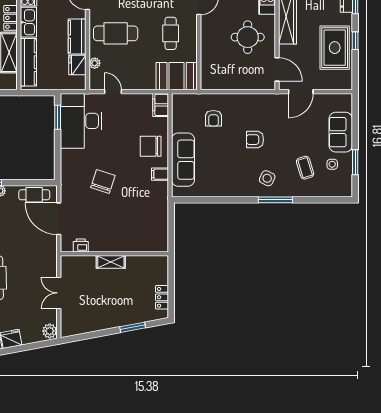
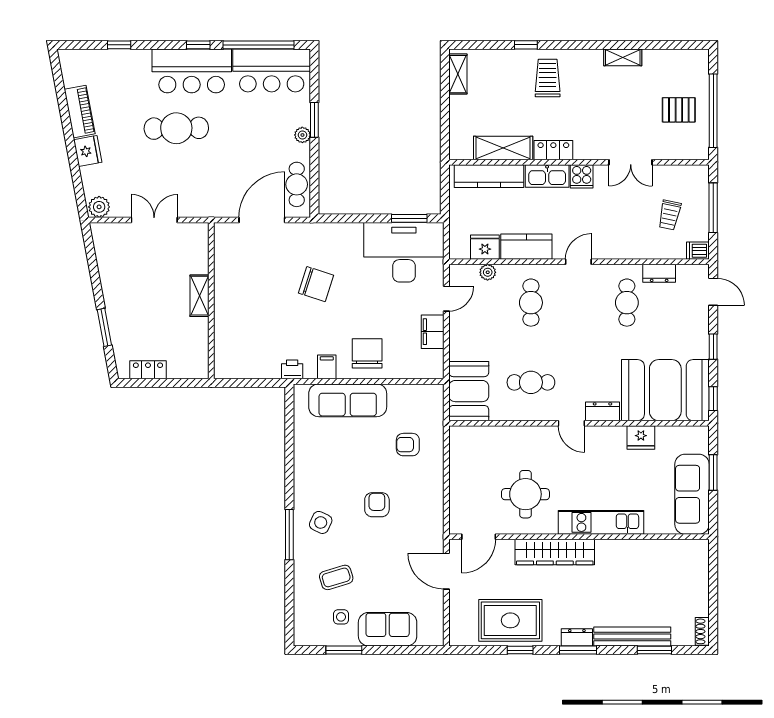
cafe table: (116, 33) -> (531, 303), width x0.73, depth x0.74
filing cabinet: (161, 105) -> (433, 332), moved, turned -90
printer: (81, 245) -> (292, 369), moved, turned -90

